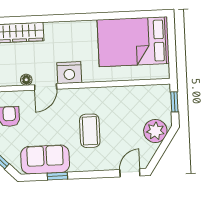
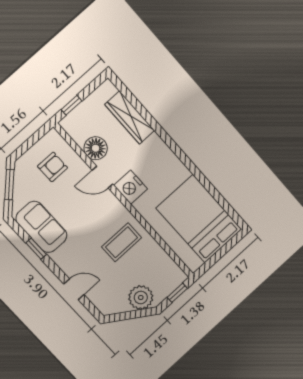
floor lamp: (26, 80) -> (96, 148), width x1.89, depth x1.89
coffee table: (90, 131) -> (122, 242), moved
door: (130, 173) -> (74, 289), moved

